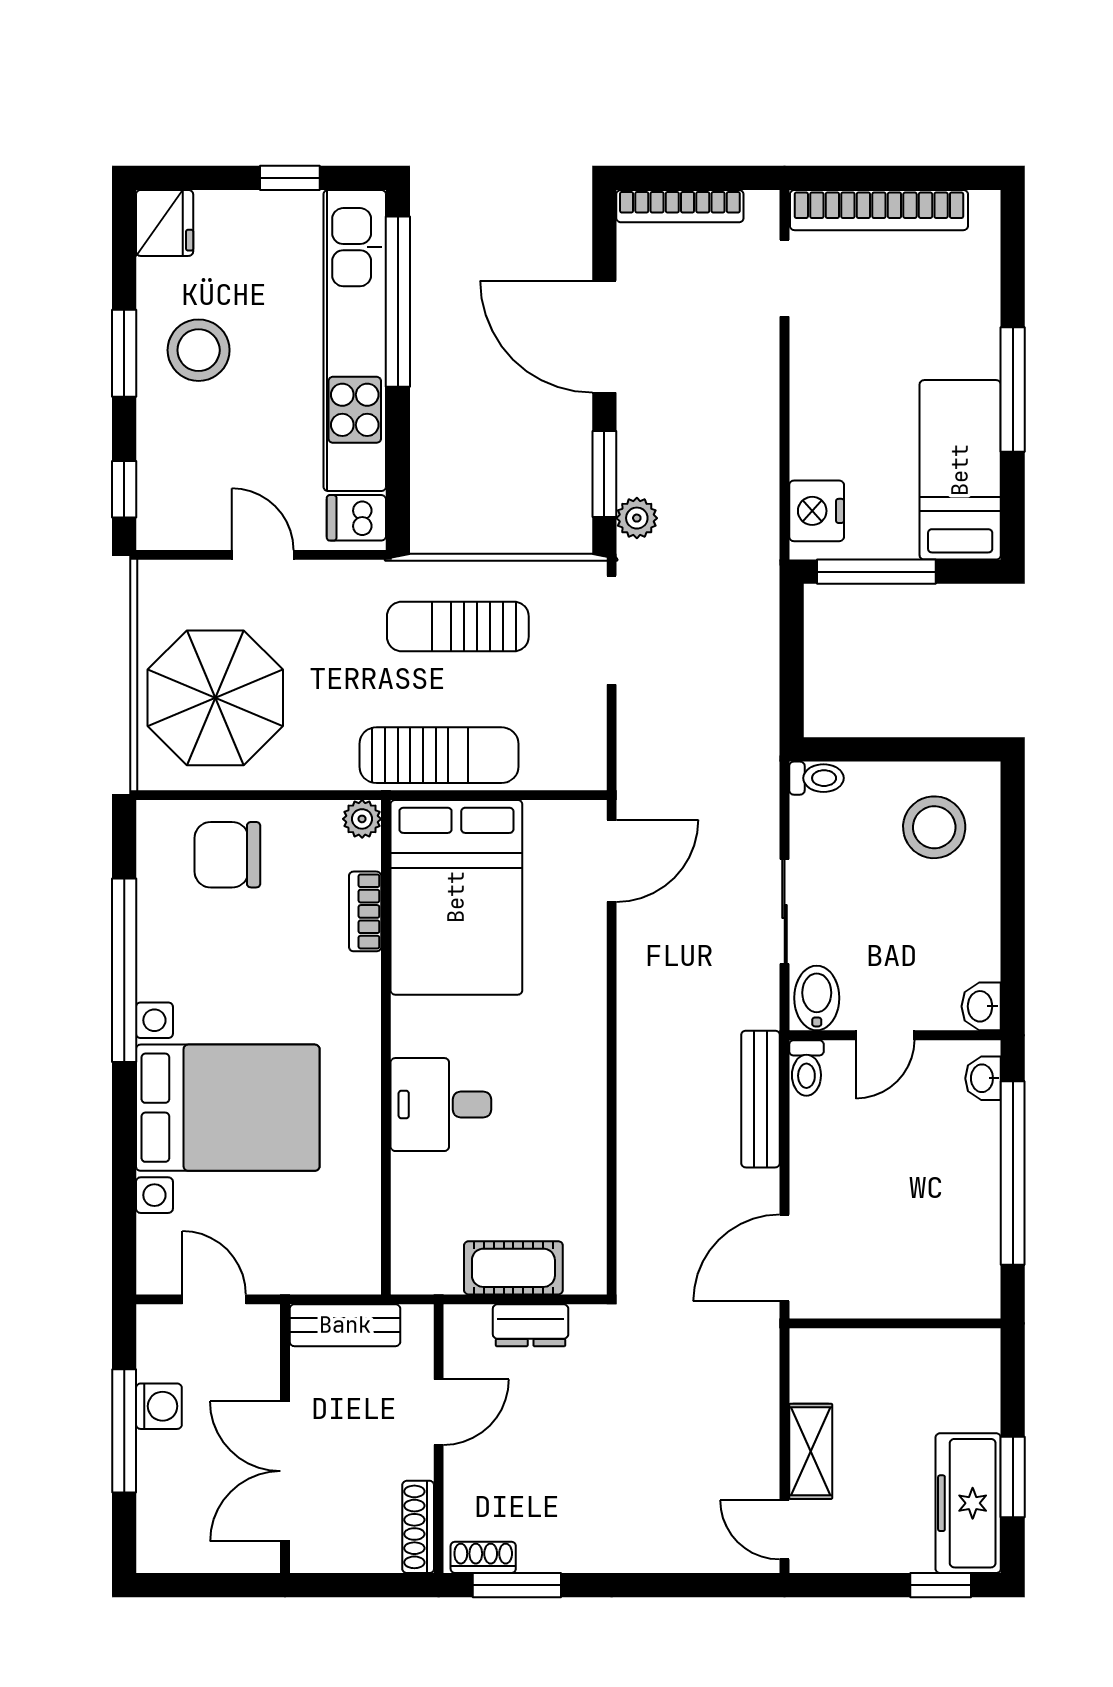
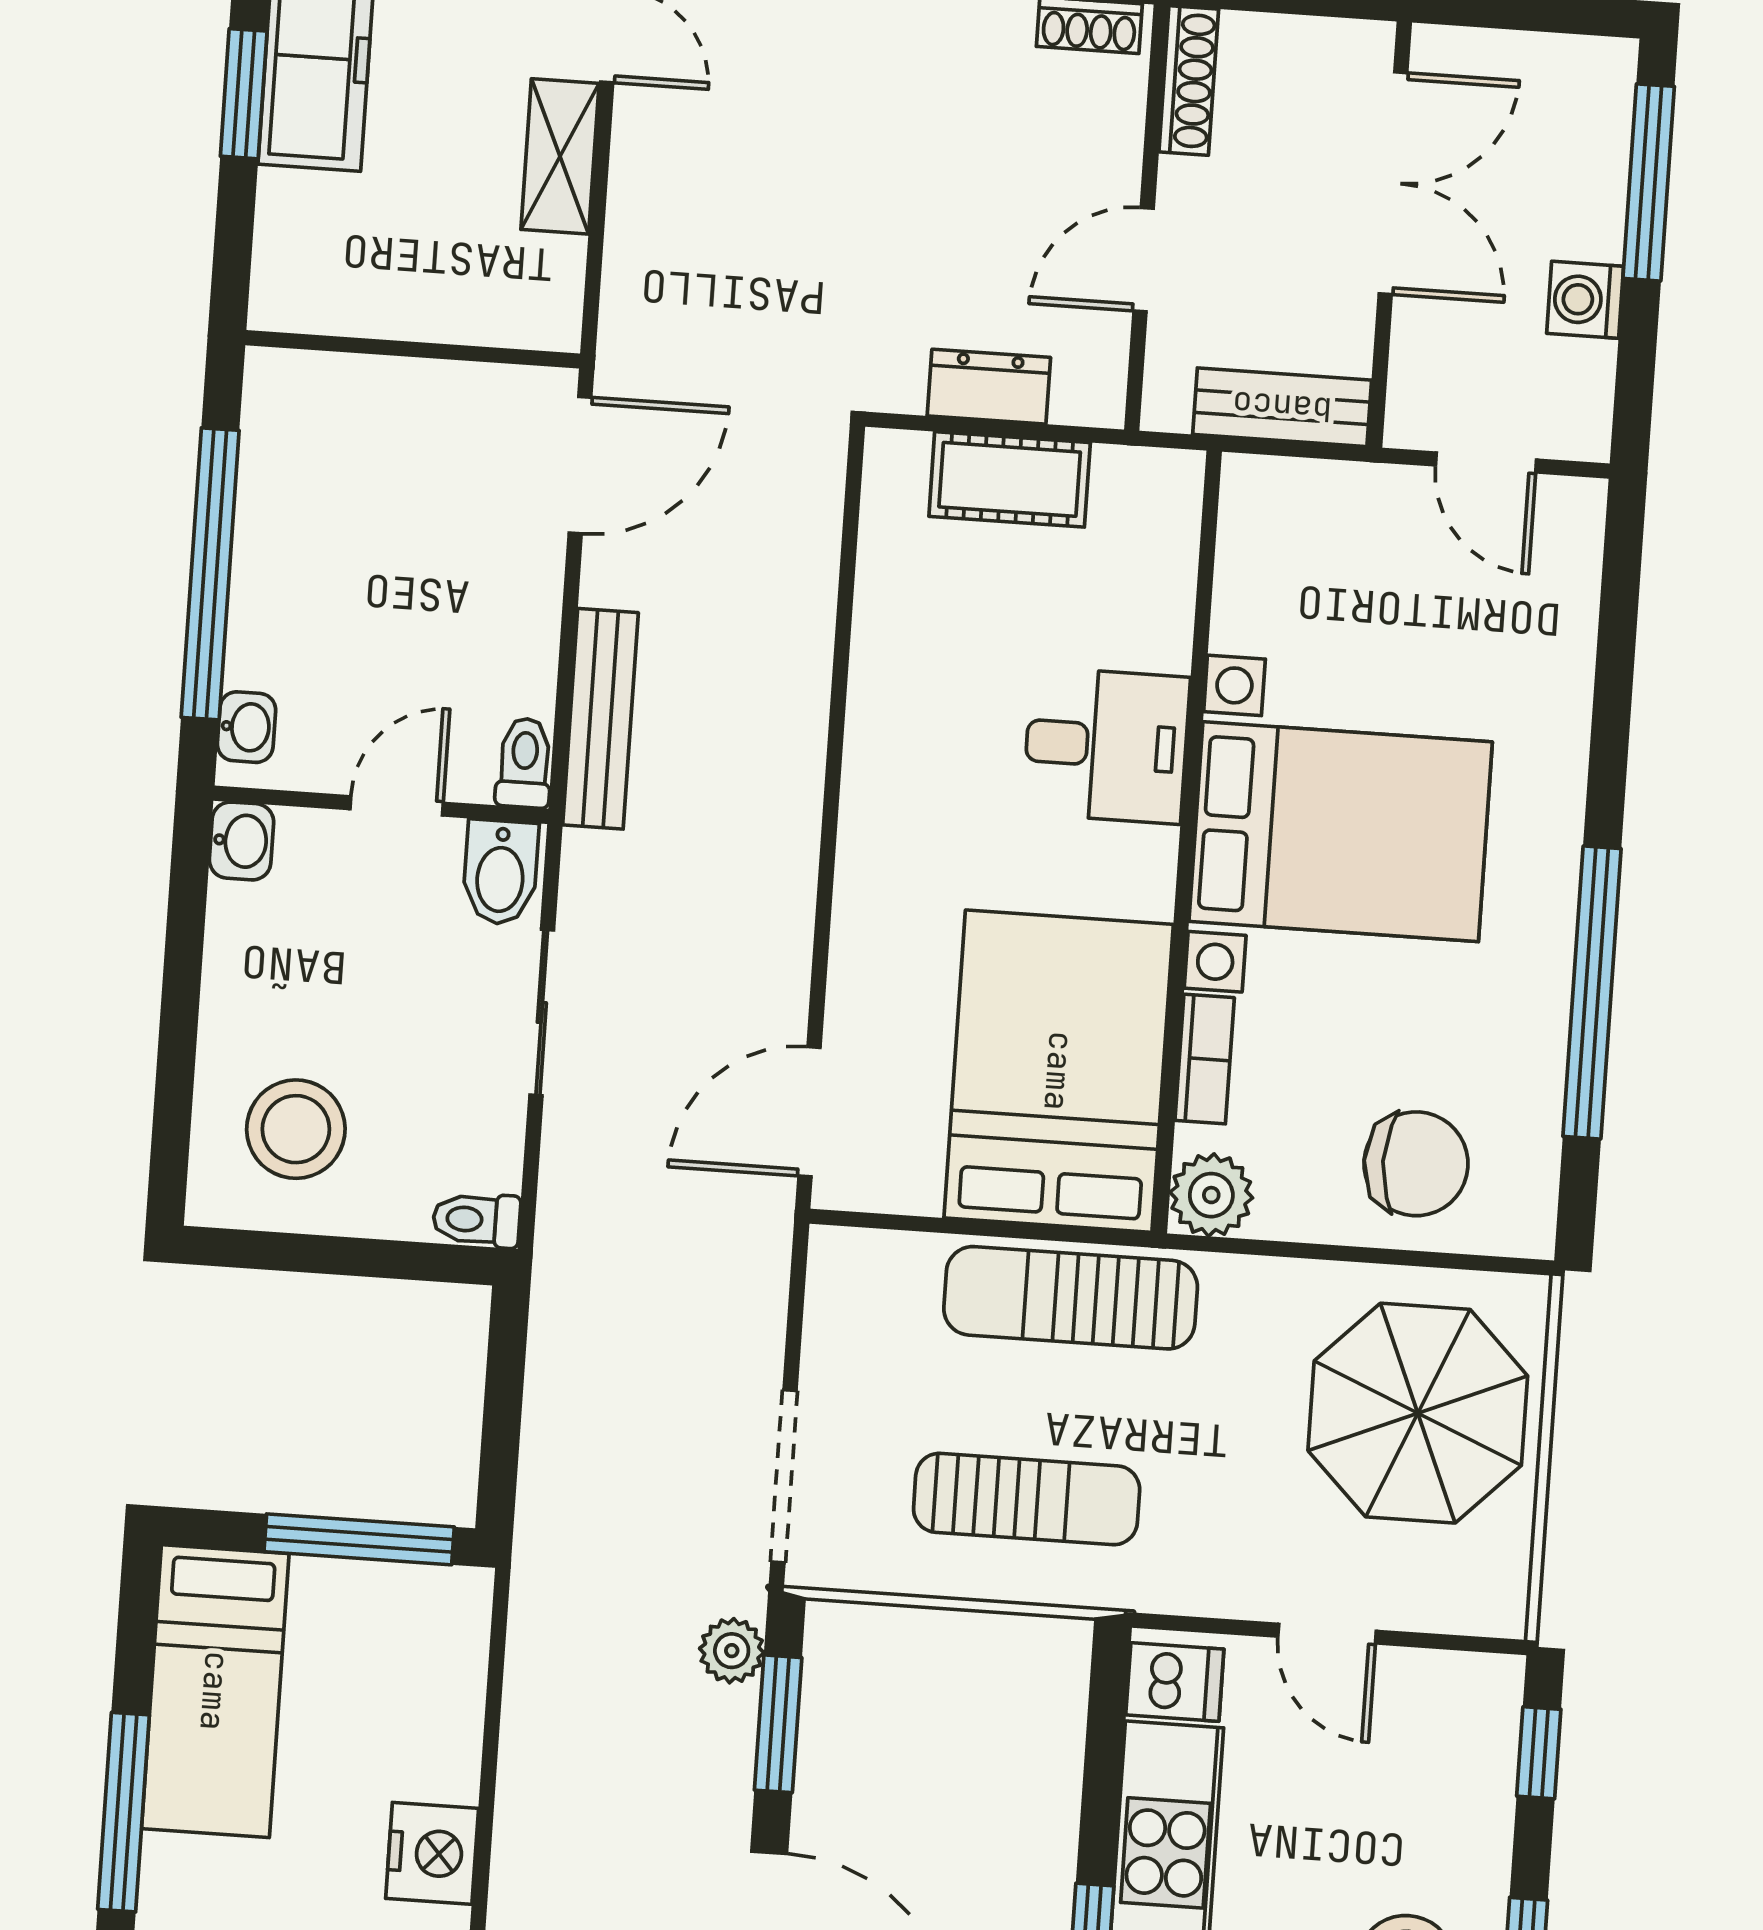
nightstand: (817, 511) -> (432, 1853), moved
plant: (362, 819) -> (1211, 1195), width x1.38, depth x1.38
bed with nightstands: (228, 1108) -> (1341, 832), moved, turned 180
window: (124, 1431) -> (1649, 182), moved

